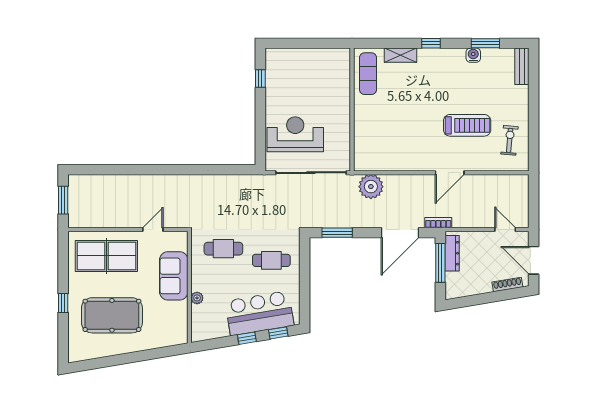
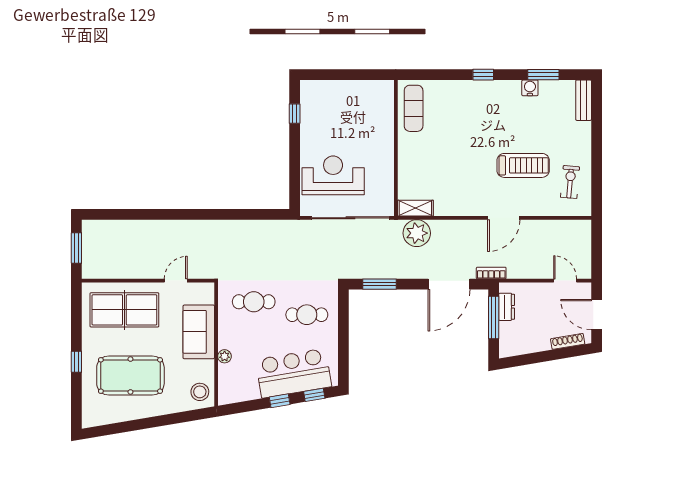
shelving: (401, 55) -> (415, 208), moved
dresser: (452, 253) -> (507, 307), width x0.70
stool: (175, 330) -> (200, 392), added

